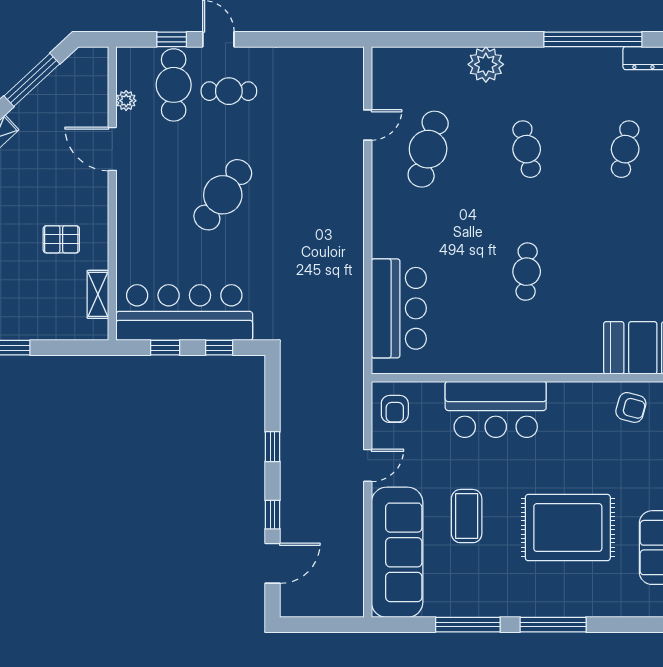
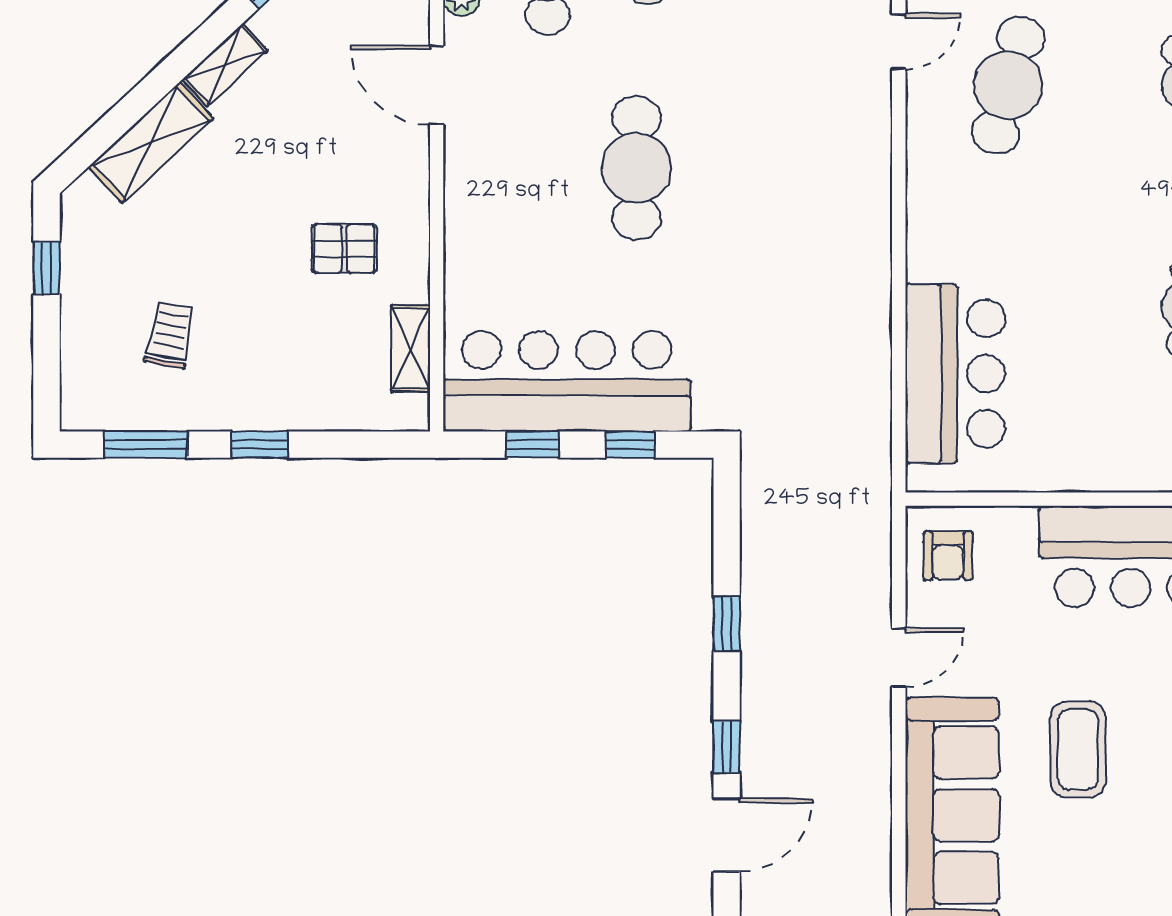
cafe table: (223, 195) -> (637, 168), turned -35

